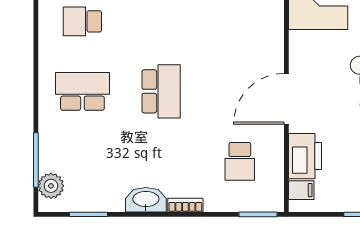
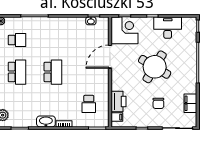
school desk: (82, 21) -> (17, 40), turned 180
school desk: (82, 91) -> (17, 72), turned 90
door: (286, 99) -> (110, 57), moved

